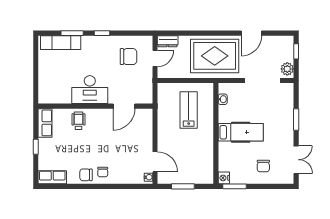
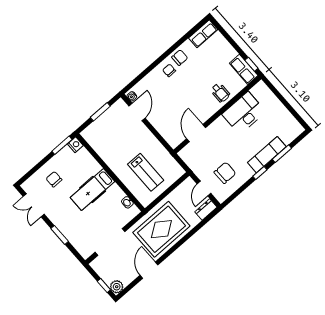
exam couch: (61, 43) -> (267, 155), moved
chair: (128, 57) -> (225, 173), turned 180
plant: (287, 69) -> (117, 287), moved
desk: (90, 90) -> (244, 113), moved
window: (36, 147) -> (251, 64), moved
door: (155, 162) -> (137, 112), swing flipped

